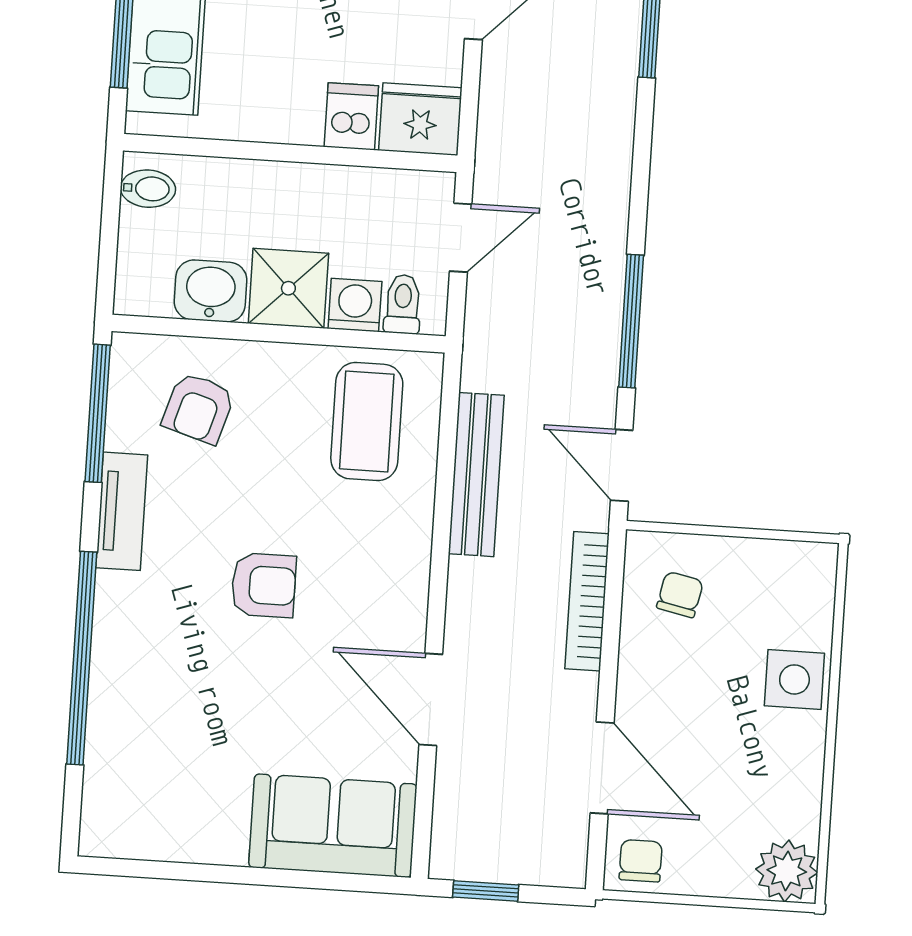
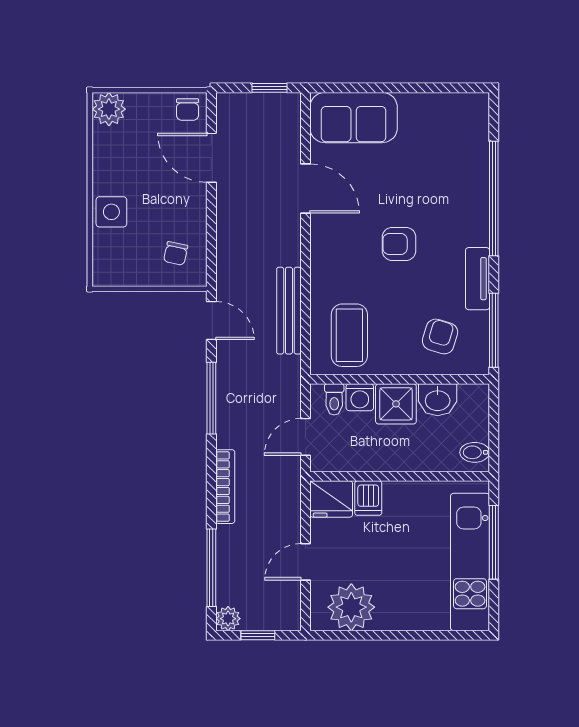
bookcase: (587, 601) -> (225, 487), moved

